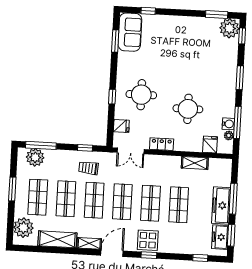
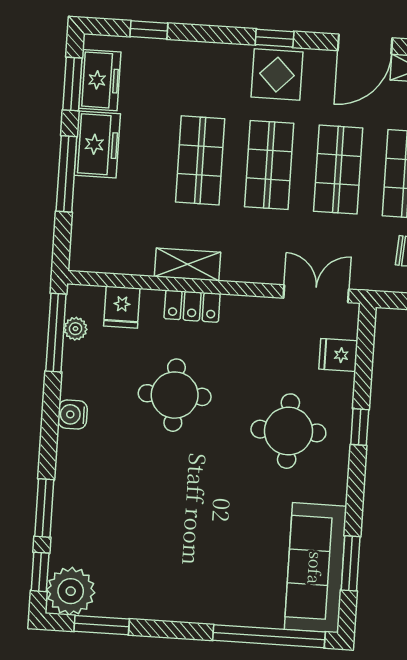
window: (148, 11) -> (269, 636), width x3.17
sofa: (130, 32) -> (315, 568), width x1.36
window: (240, 78) -> (44, 508), moved
window: (237, 122) -> (56, 333), moved
water cooler: (228, 124) -> (73, 415), moved
locker: (162, 144) -> (192, 306), moved
shelving: (195, 163) -> (188, 264), moved
freezer: (221, 206) -> (97, 144), width x0.71

